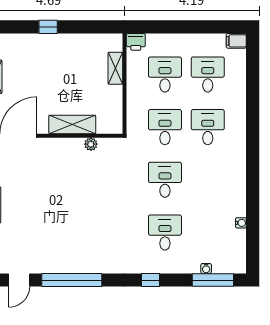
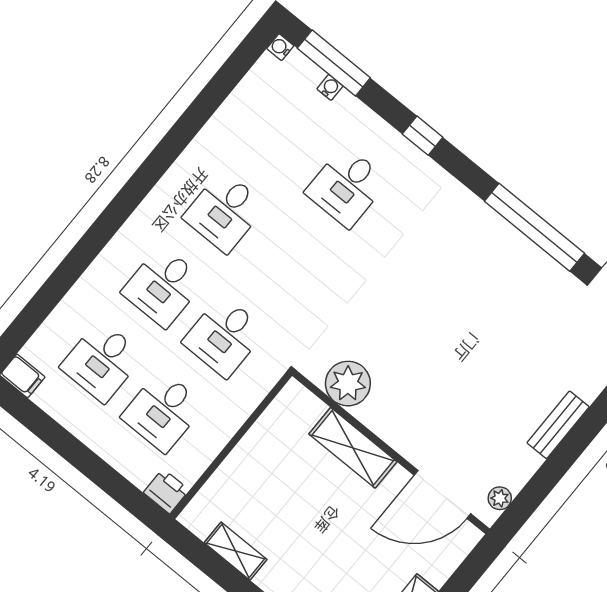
shelving: (115, 68) -> (236, 551), moved, turned 90
plant: (91, 144) -> (348, 384), width x1.87, depth x1.87
desk: (165, 180) -> (224, 212), moved
water cooler: (241, 223) -> (280, 47), moved

